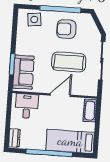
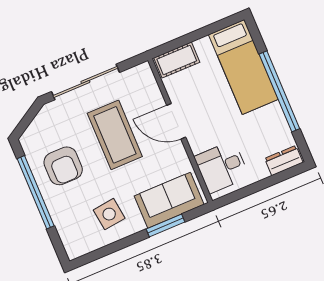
side table: (34, 19) -> (109, 214), moved

